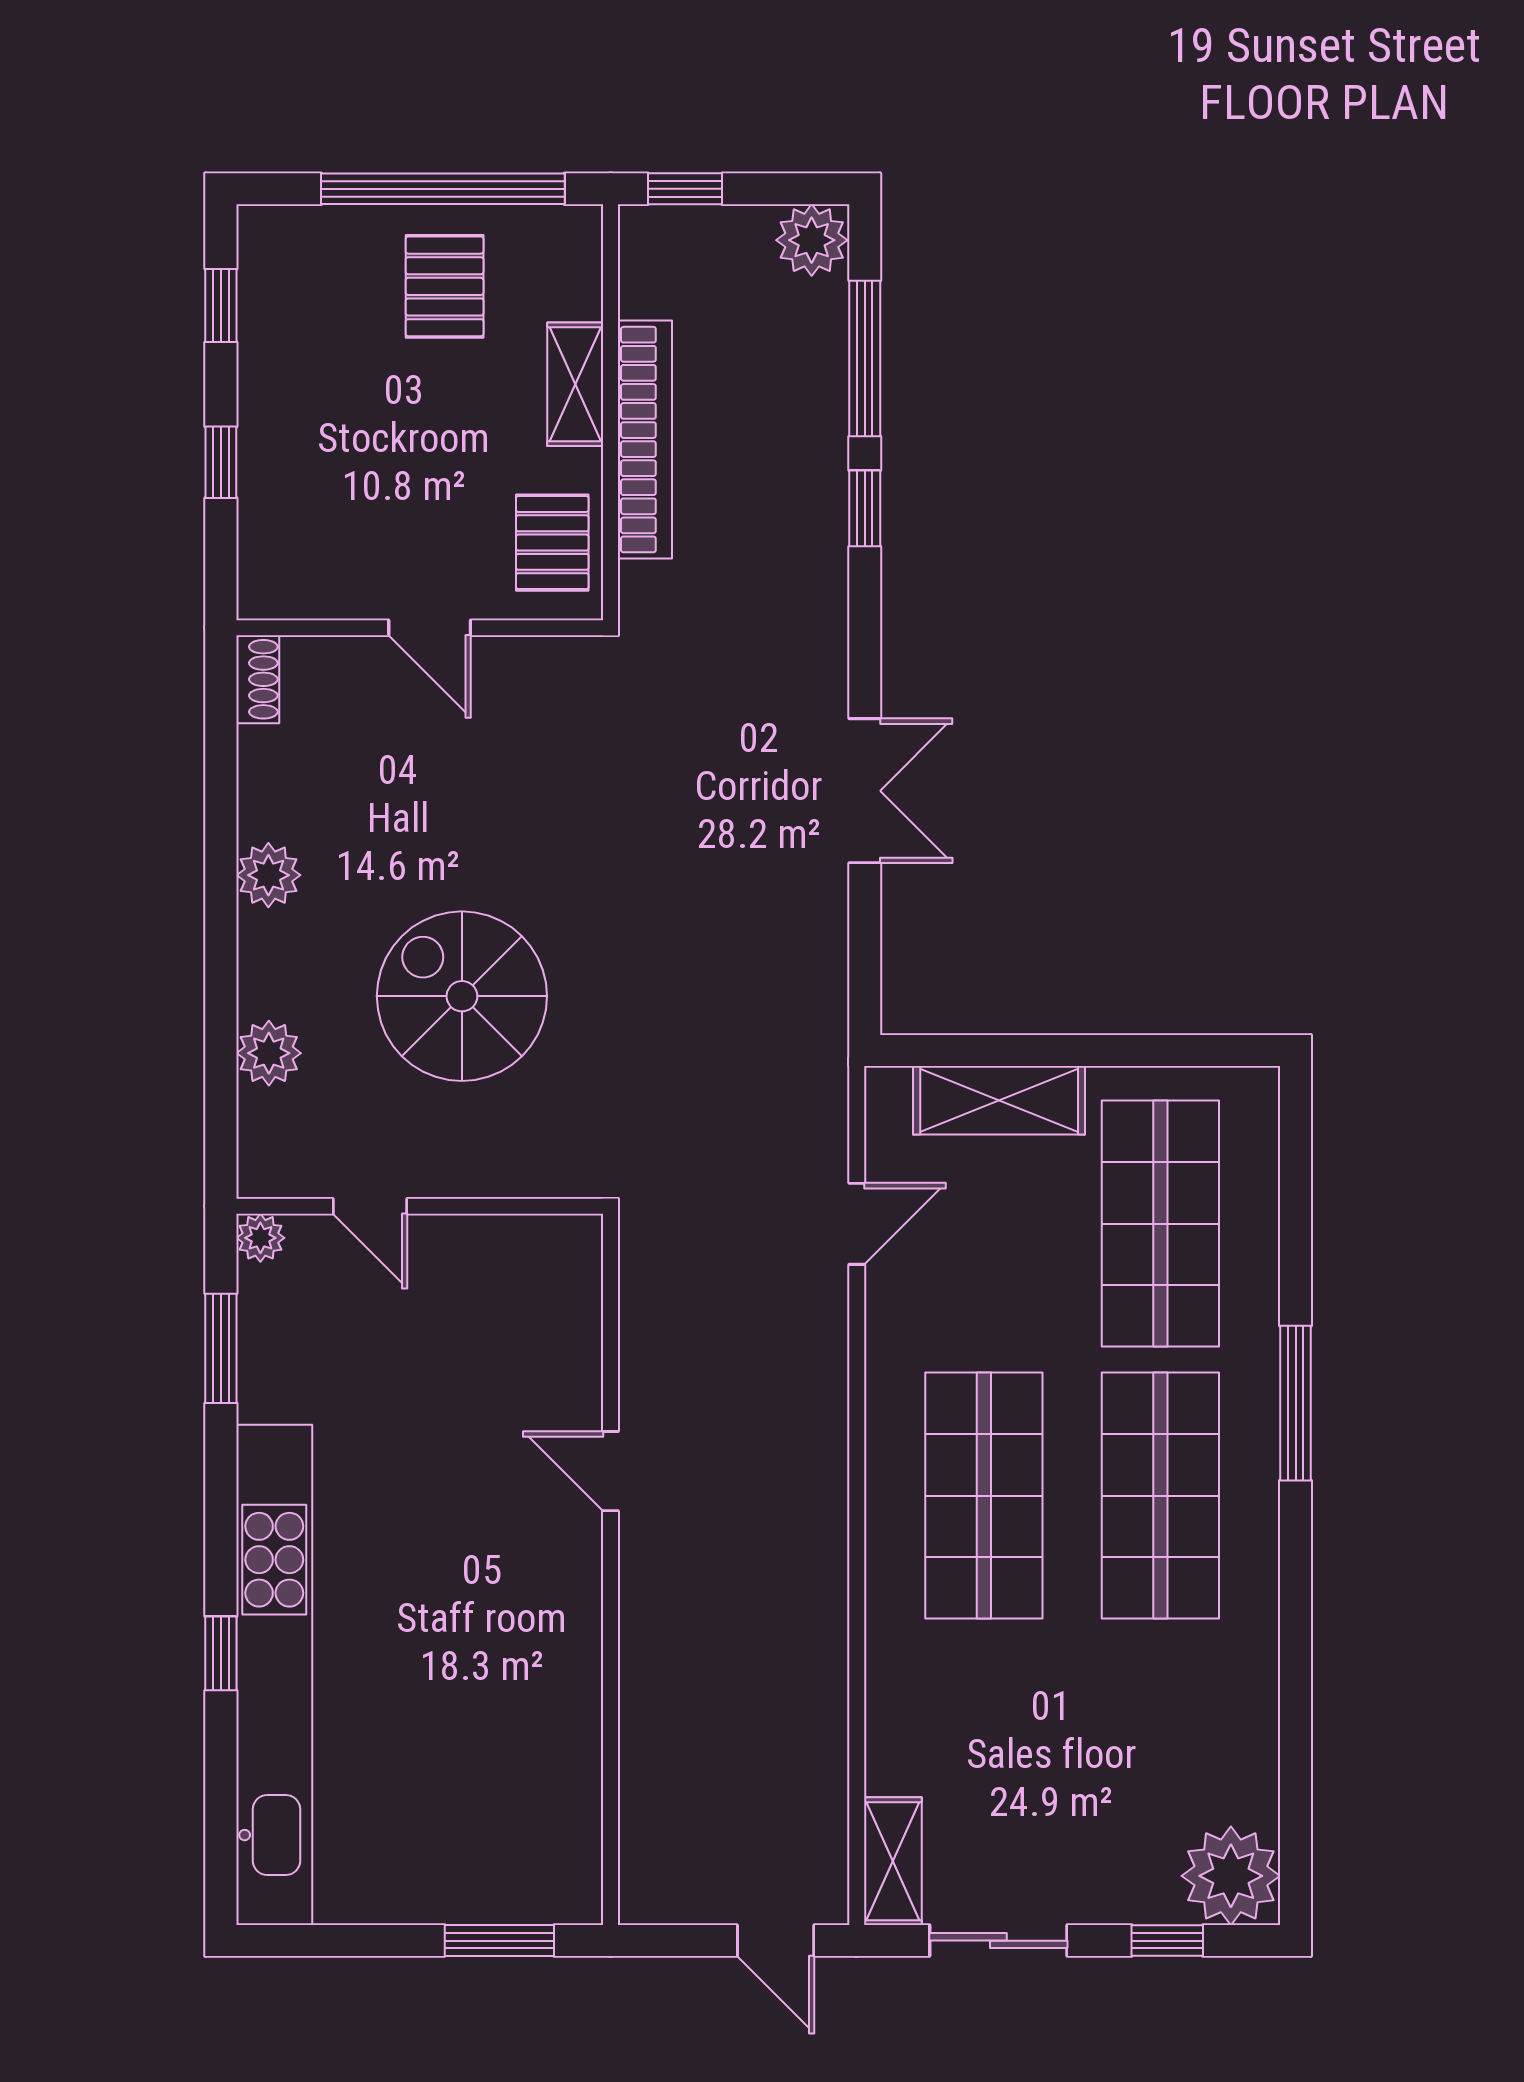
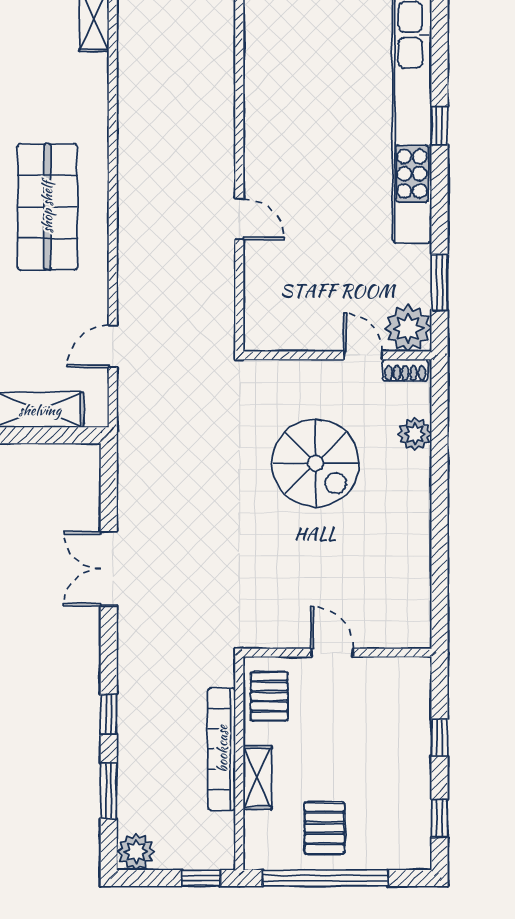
window: (865, 358) -> (109, 791), width x0.69
shoe rack: (258, 679) -> (405, 370), moved, turned -90
plant: (268, 875) -> (415, 525), removed
plant: (260, 1238) -> (408, 328), width x1.88, depth x1.88

